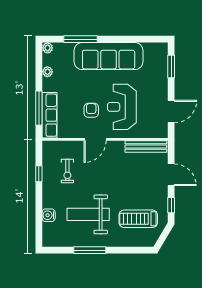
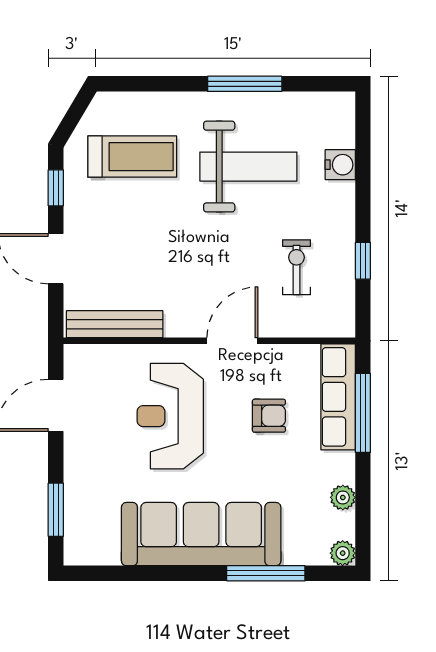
reception desk: (122, 107) -> (170, 416), turned 180
armchair: (91, 110) -> (269, 416), moved, turned -90

